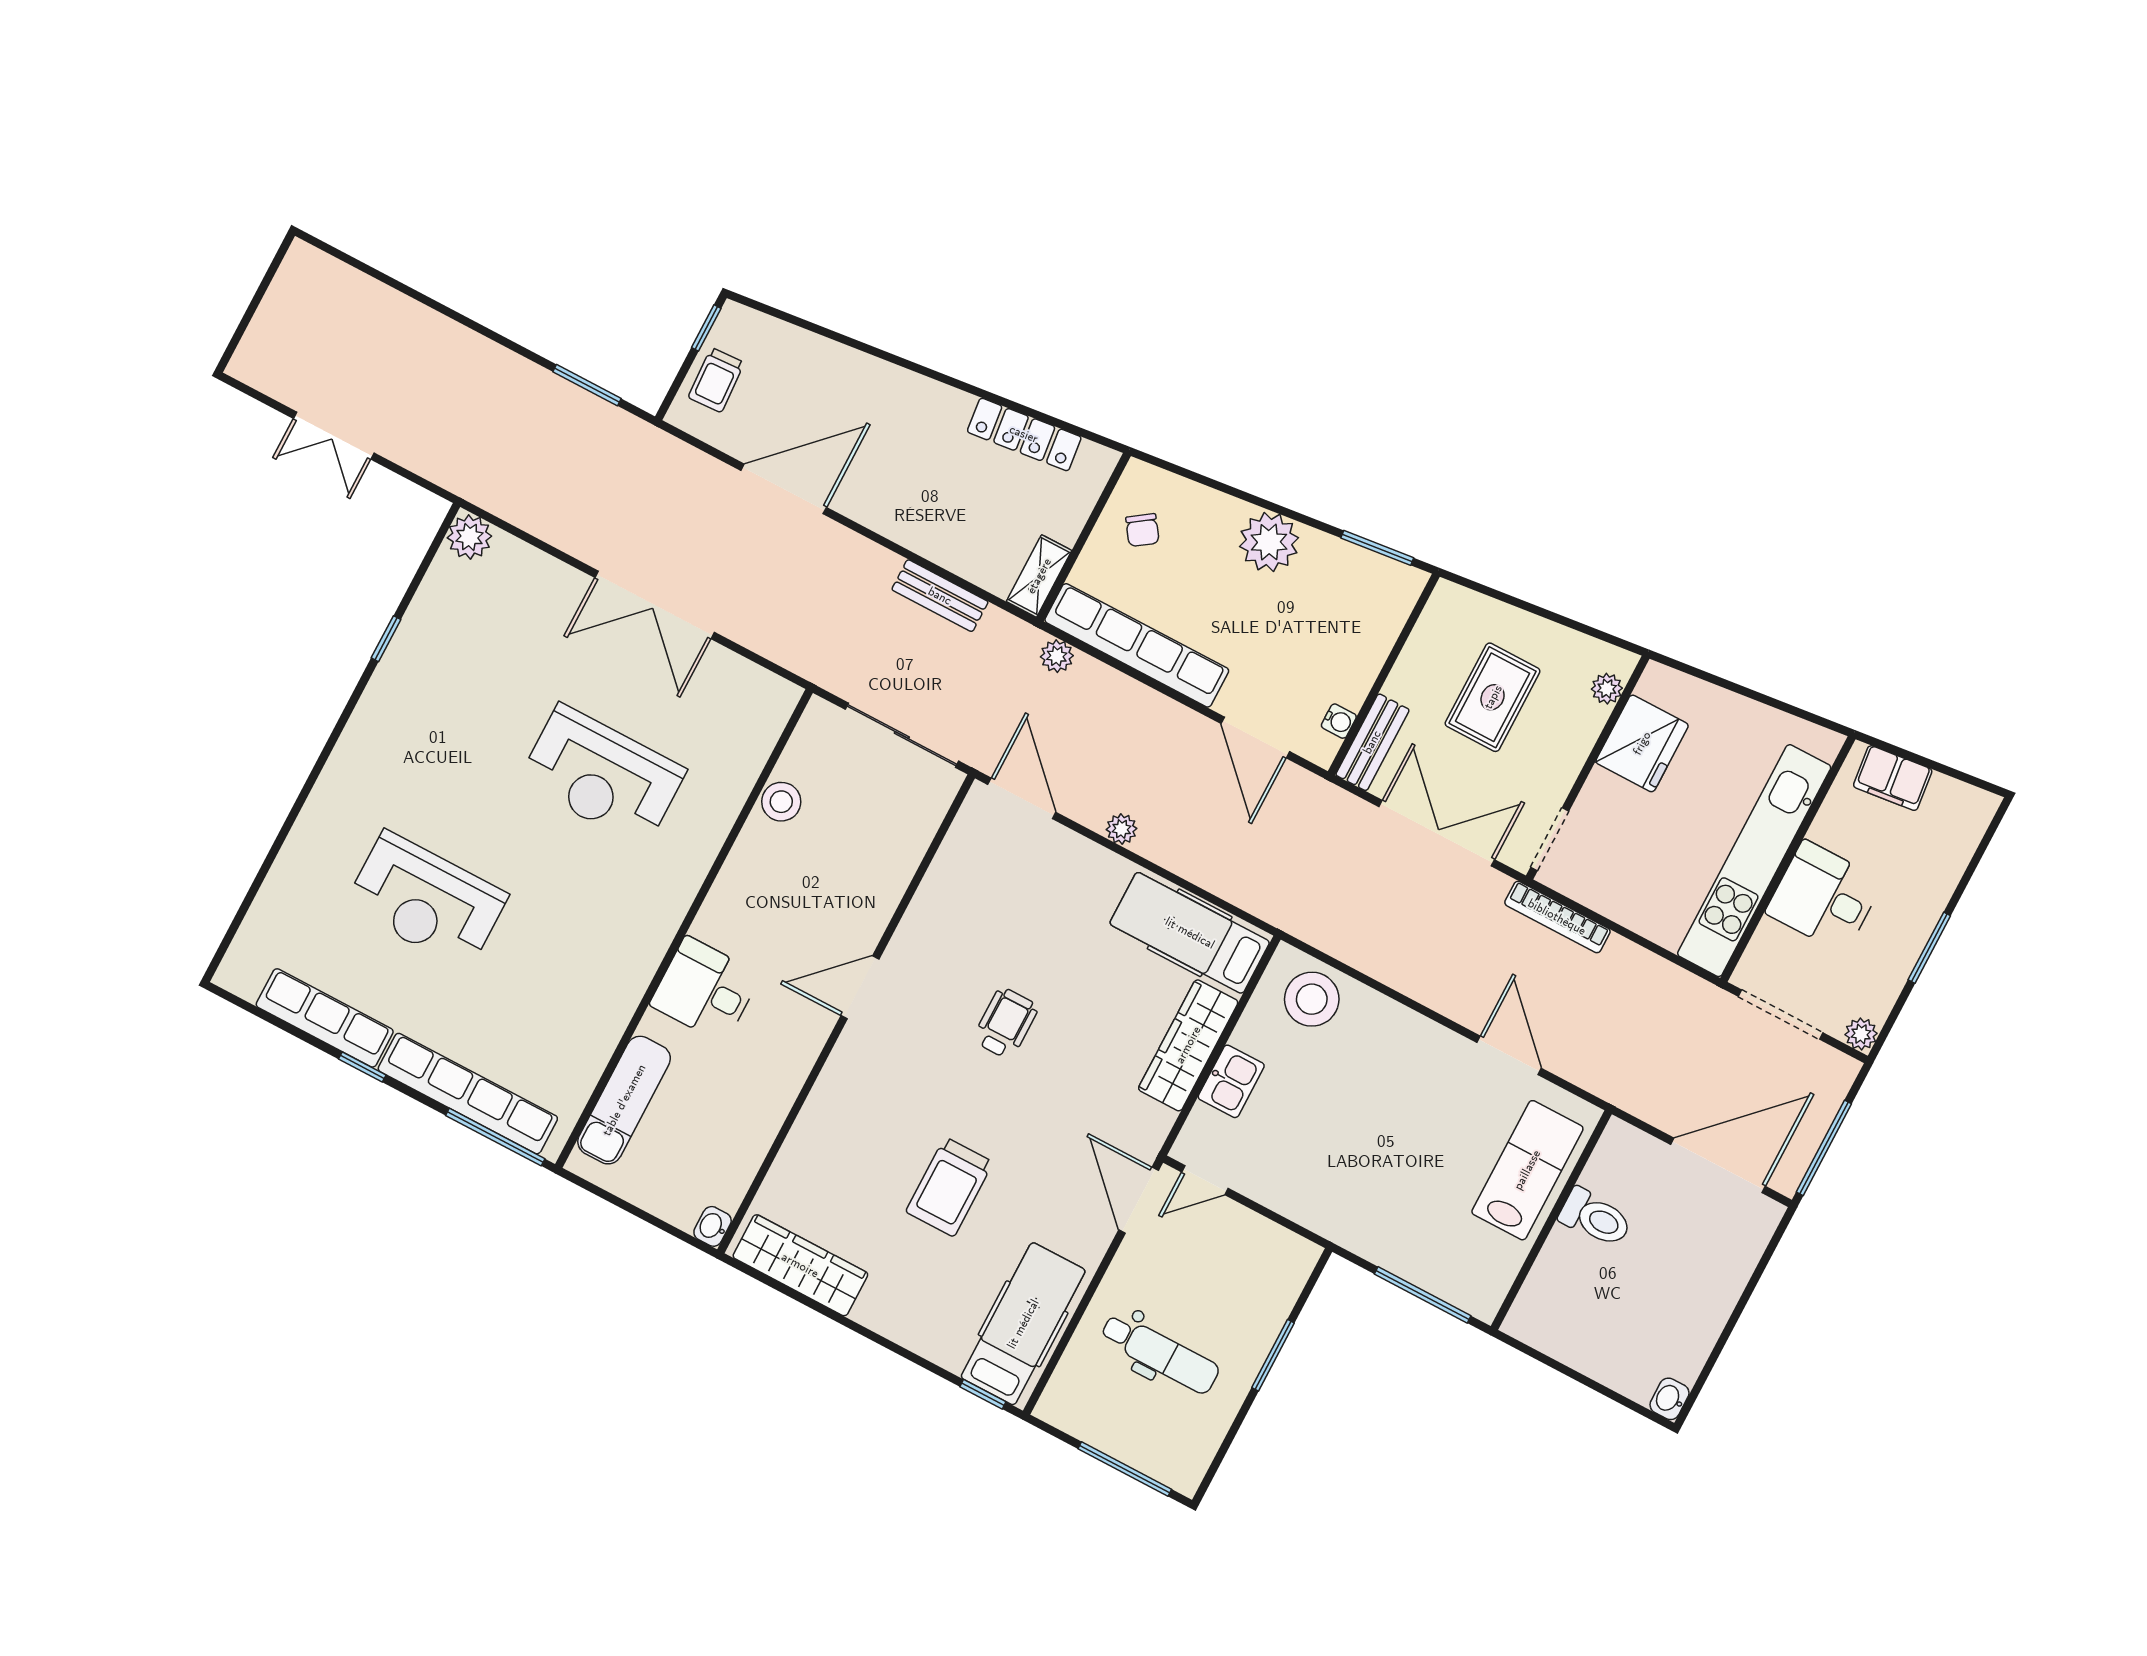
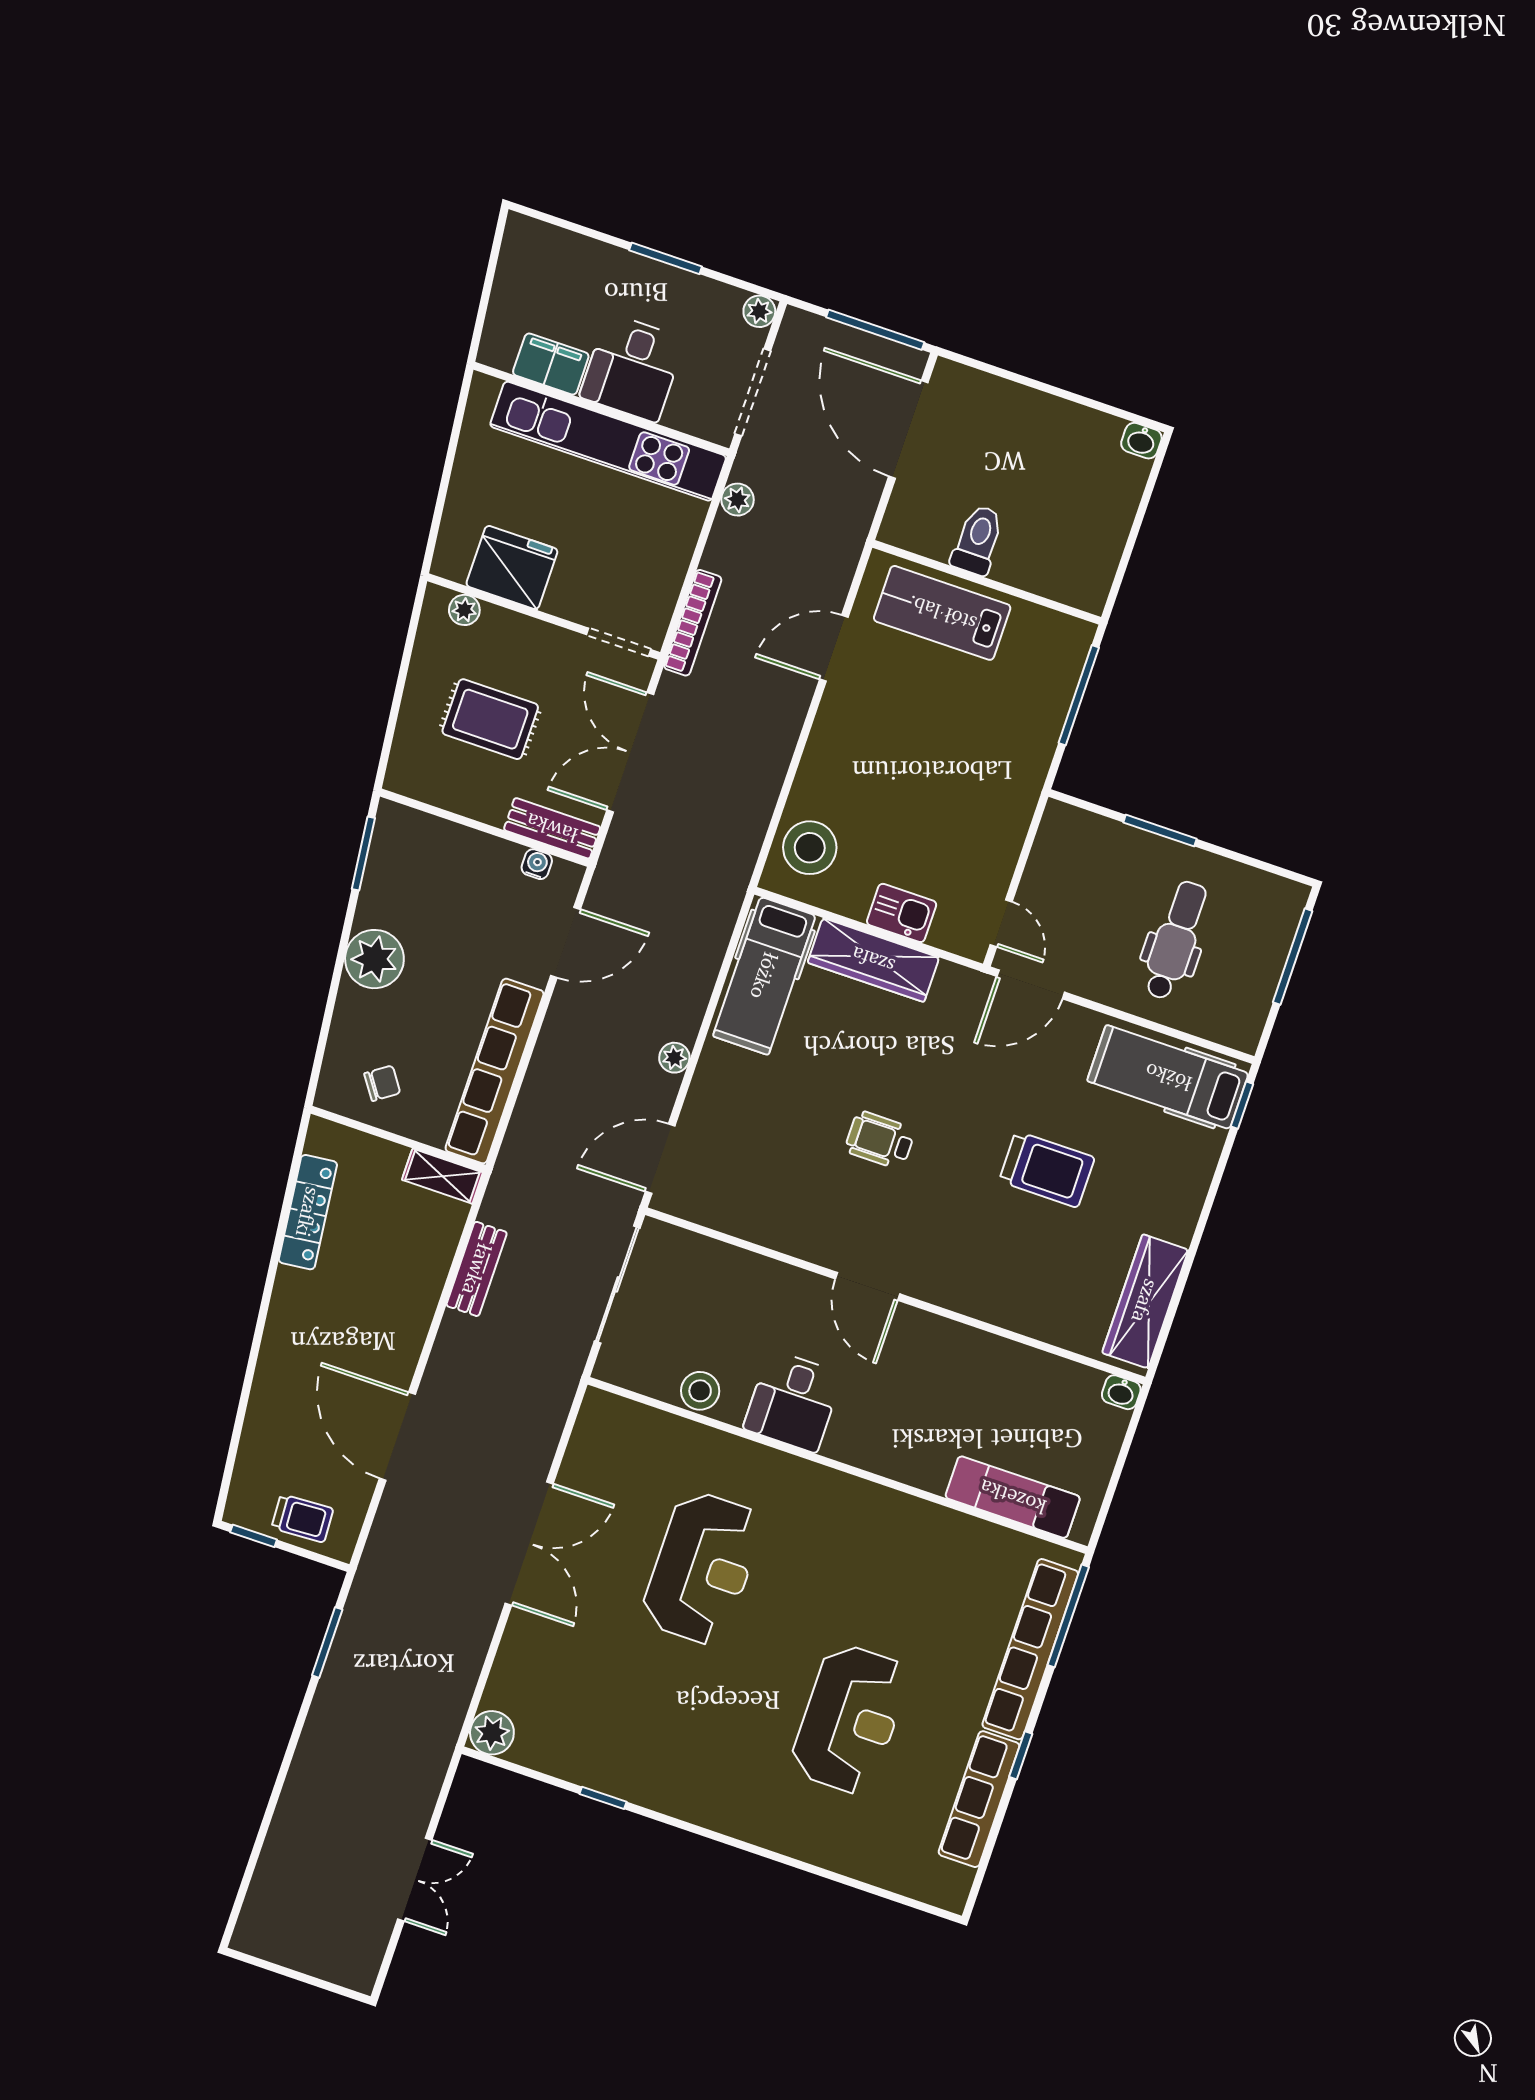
plant: (1057, 656) -> (737, 500), moved
filing cabinet: (1893, 778) -> (551, 364), moved, turned -84
desk: (705, 990) -> (793, 1401), moved

